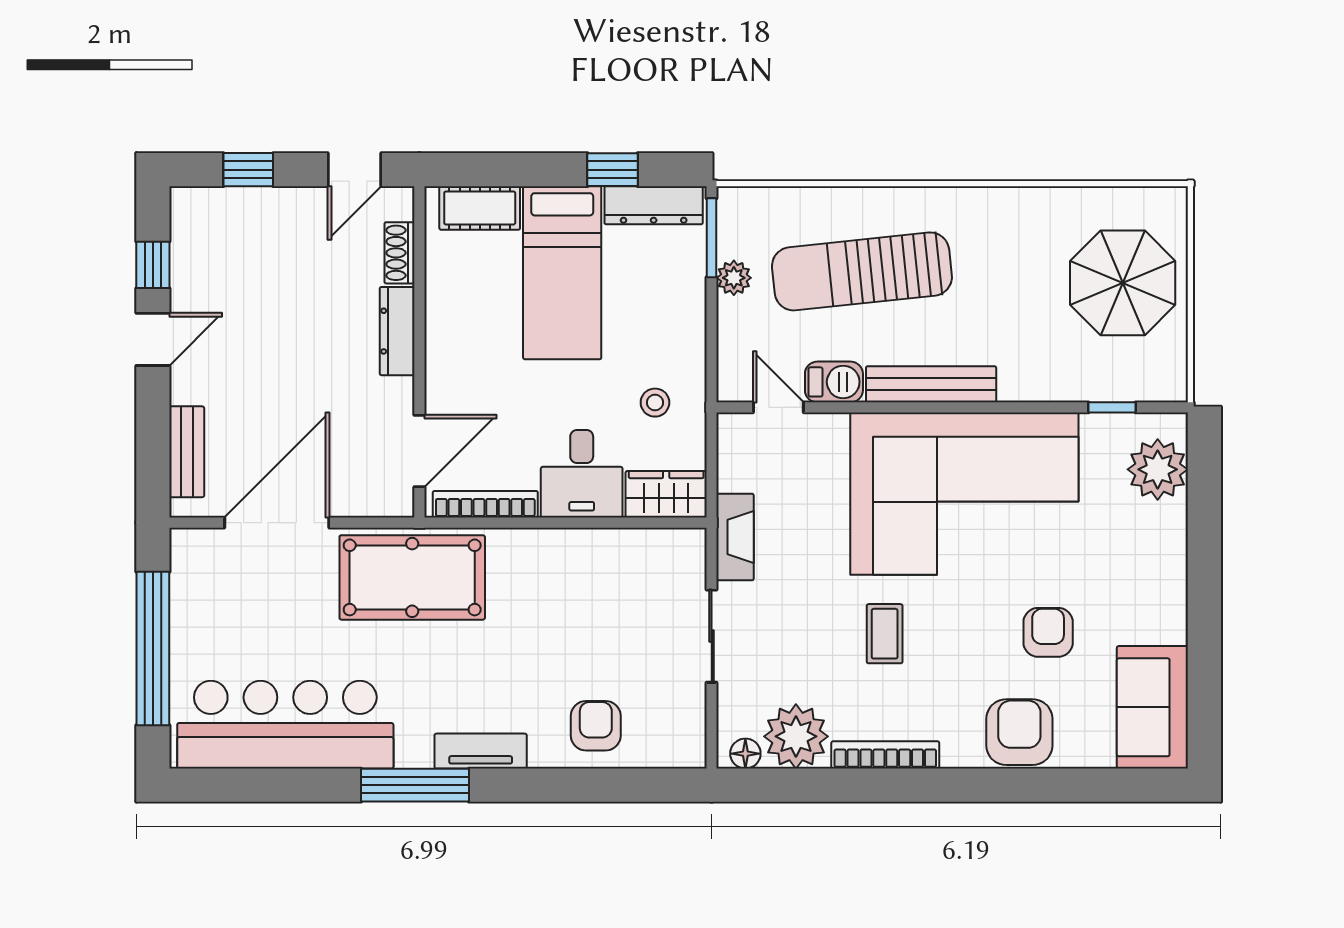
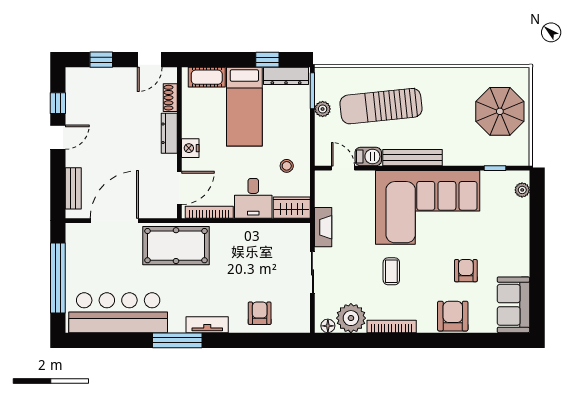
nightstand: (443, 364) -> (190, 148), added
plant: (1158, 469) -> (522, 190), width x0.53, depth x0.53

